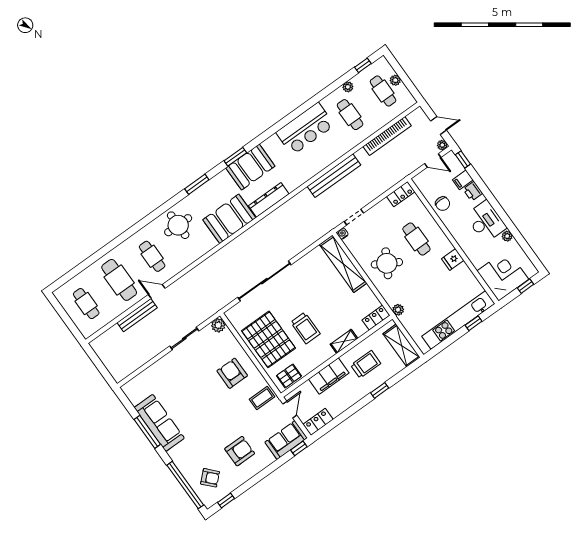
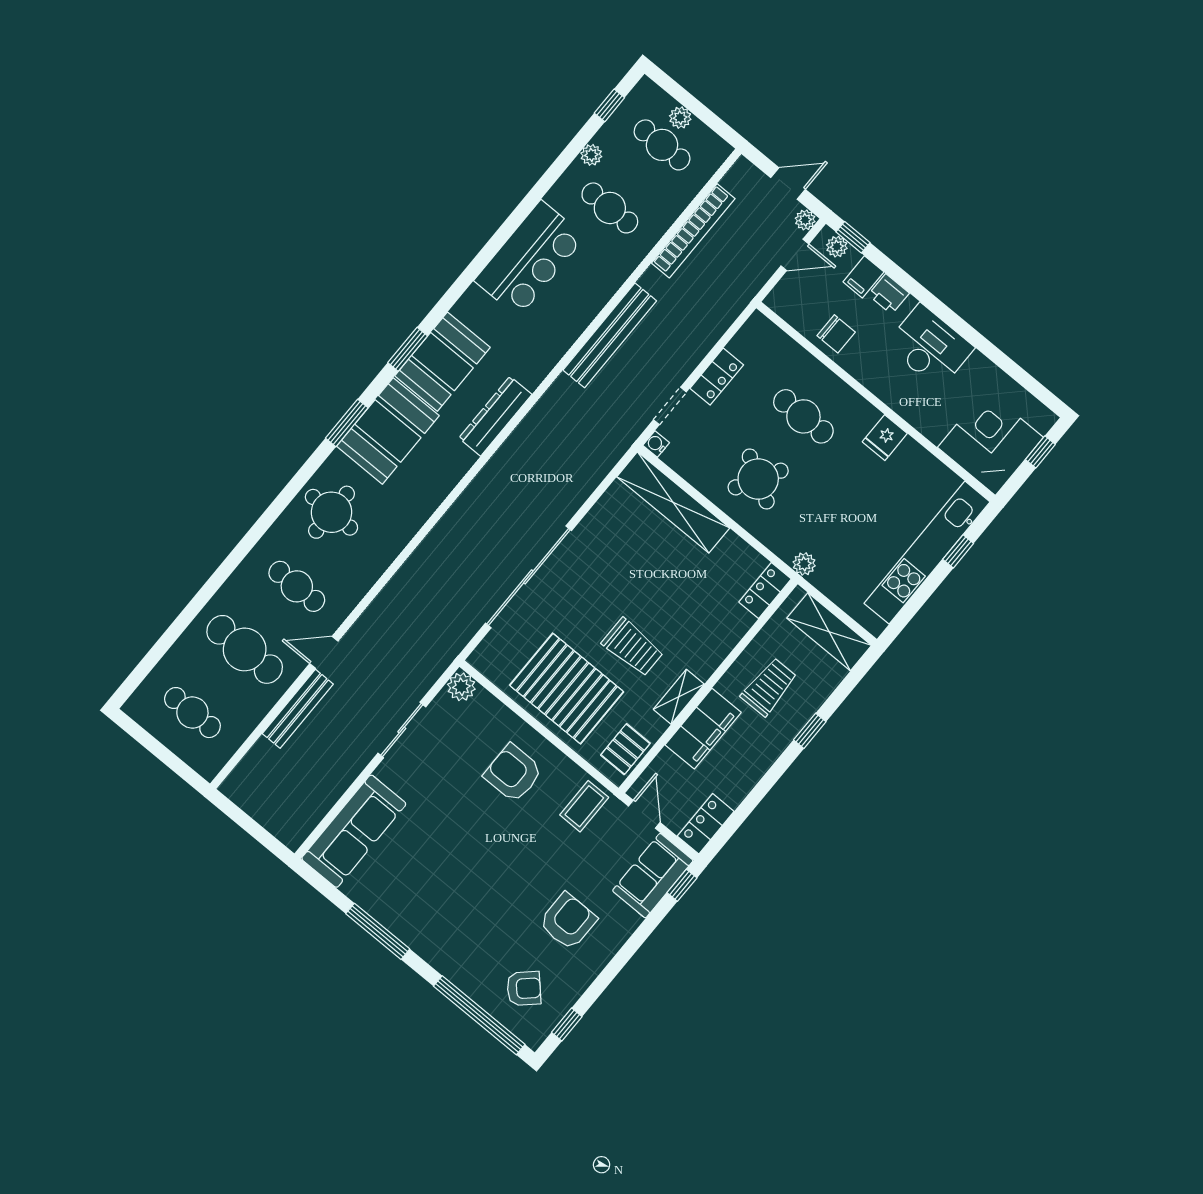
locker: (401, 194) -> (717, 377), moved
booth: (229, 219) -> (388, 431), moved
plant: (507, 236) -> (837, 247), moved
shelving: (344, 341) -> (679, 697), moved
sofa: (159, 423) -> (354, 831), moved, turned 90

